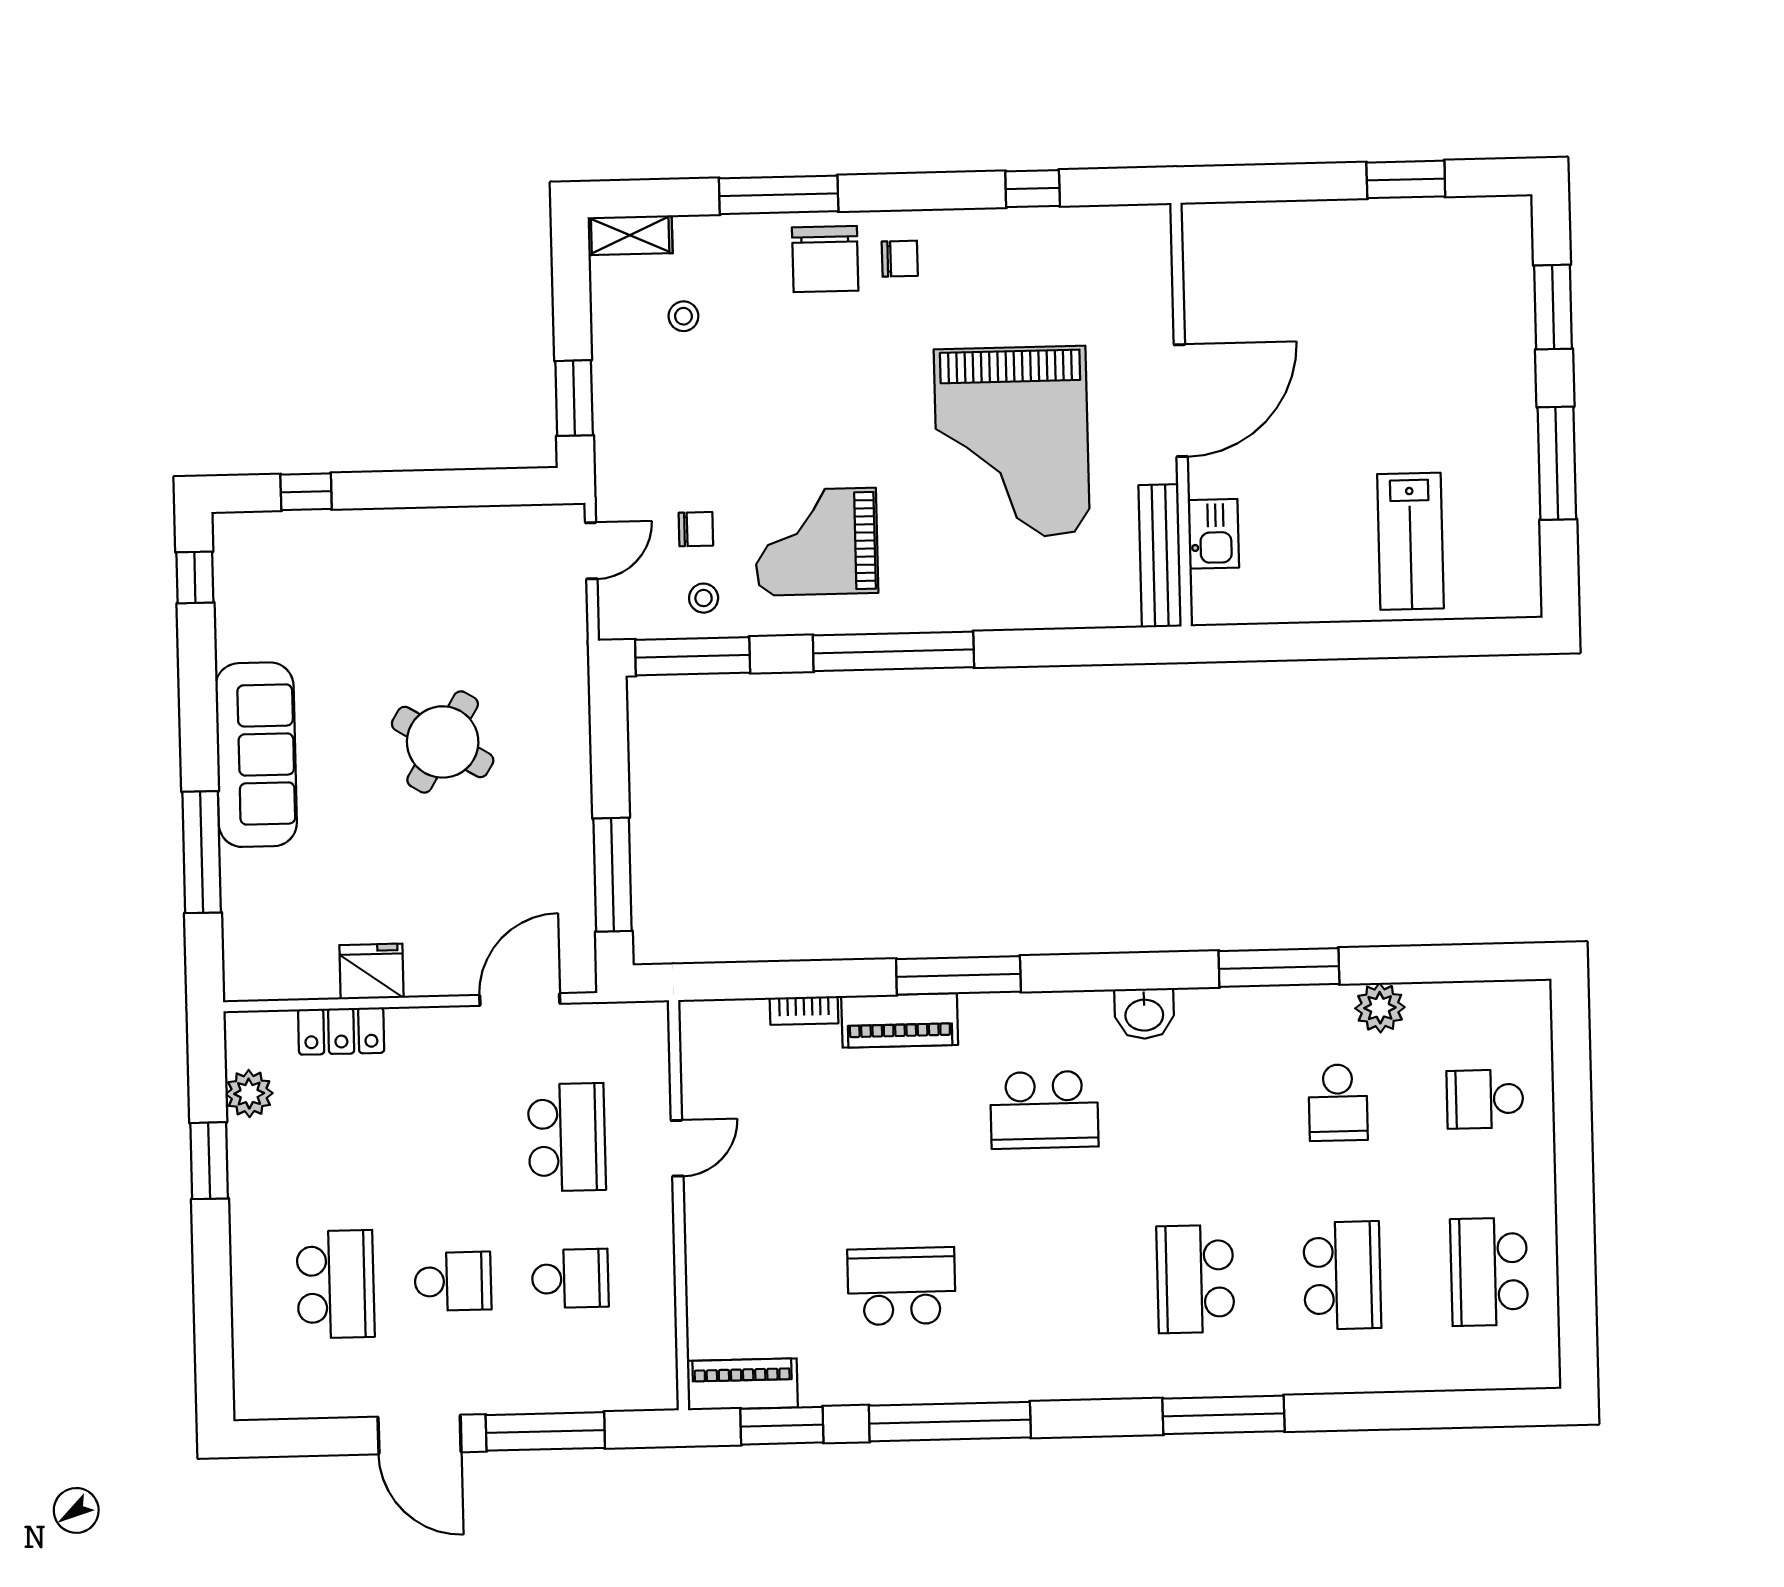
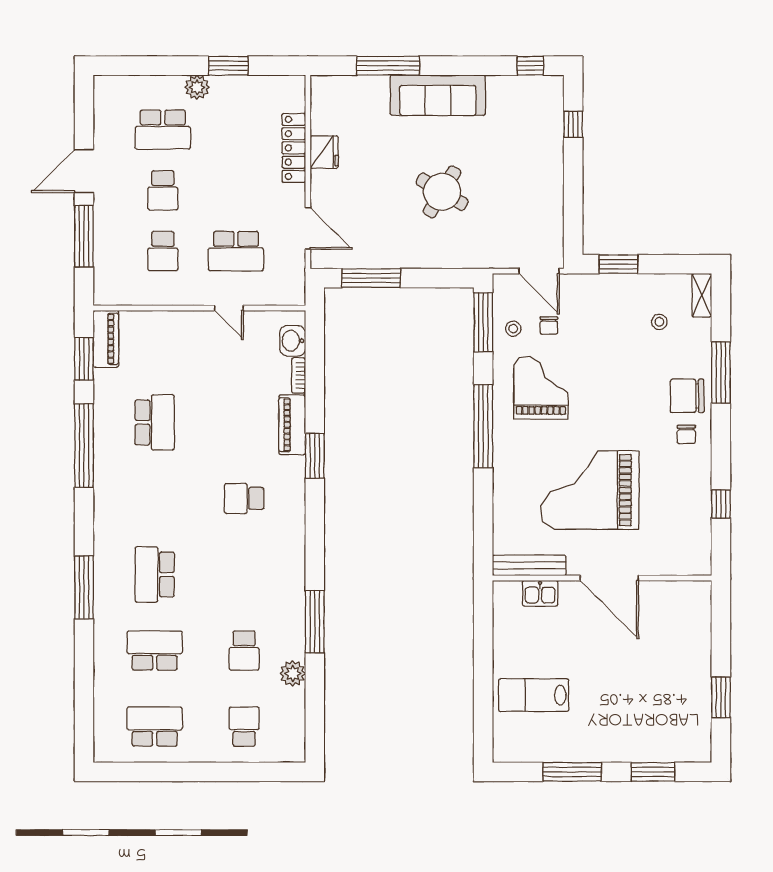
door: (591, 551) -> (539, 271), width x1.38
window: (958, 975) -> (315, 456), width x0.69
washbasin: (1144, 1014) -> (293, 341), moved
locker: (341, 1031) -> (294, 148), width x1.53
plant: (249, 1094) -> (197, 87), moved
school desk: (1338, 1103) -> (244, 651), turned -90
school desk: (1044, 1110) -> (244, 498), width x0.54
school desk: (1342, 1275) -> (155, 651), turned 180
school desk: (1195, 1279) -> (155, 575), turned -90

